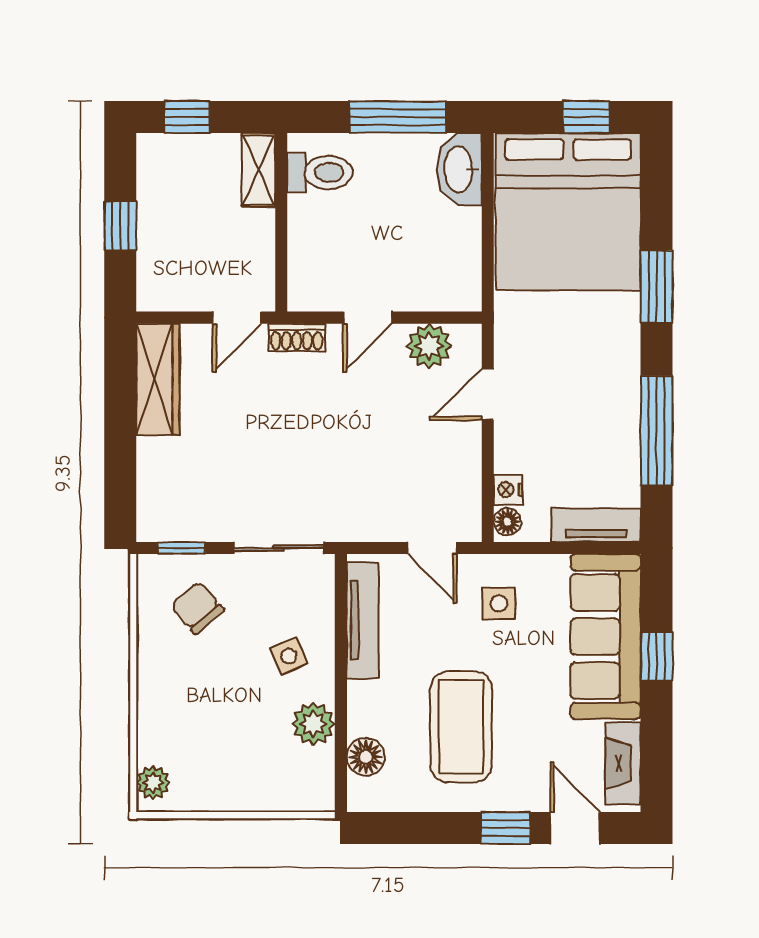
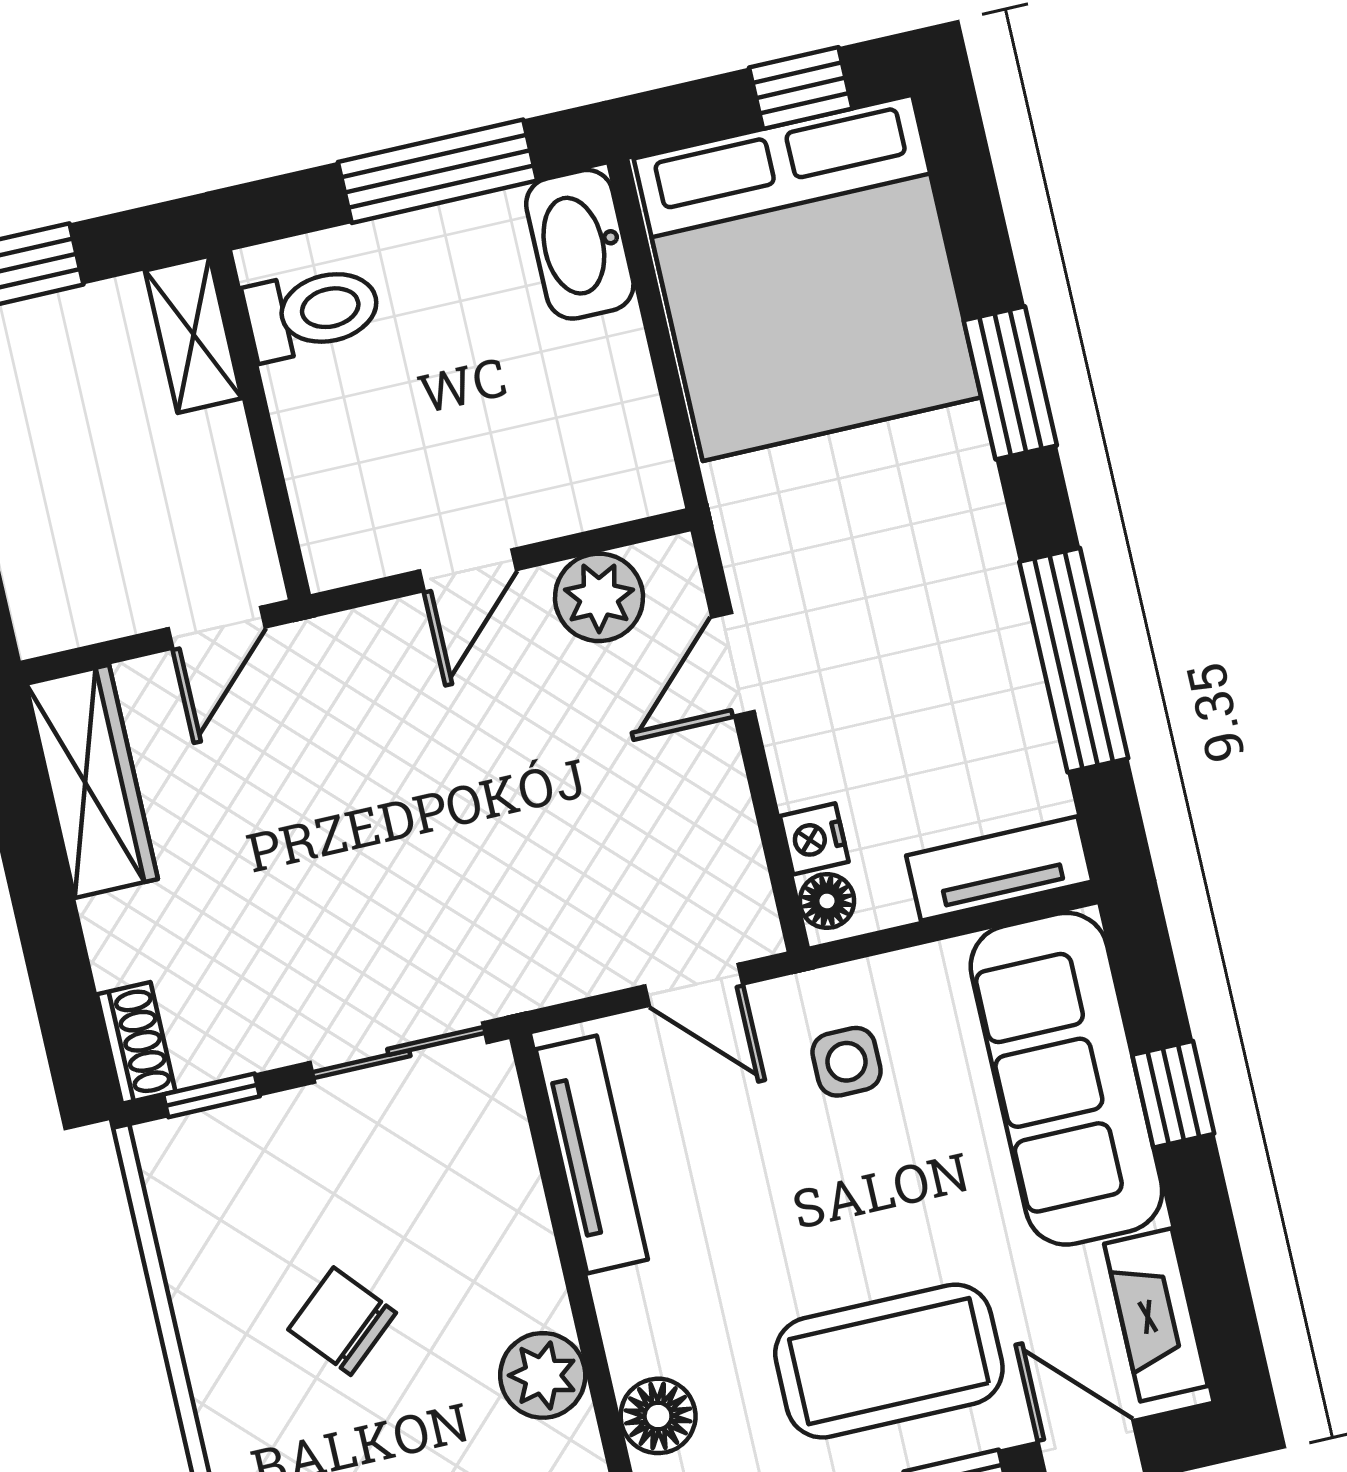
shoe rack: (297, 337) -> (136, 1043), moved, turned -90
chair: (197, 608) -> (342, 1321), moved
side table: (289, 656) -> (466, 1256), removed
coffee table: (461, 727) -> (889, 1361), moved, turned 90

